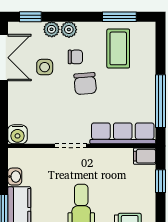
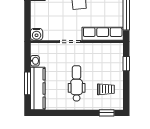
filing cabinet: (145, 156) -> (116, 48), removed

